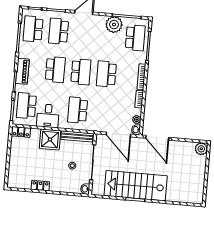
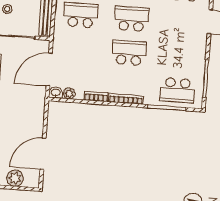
plant: (114, 25) -> (195, 62), removed
school desk: (81, 72) -> (132, 19), turned 180
door: (157, 138) -> (43, 154), moved
plant: (201, 149) -> (15, 178), moved

